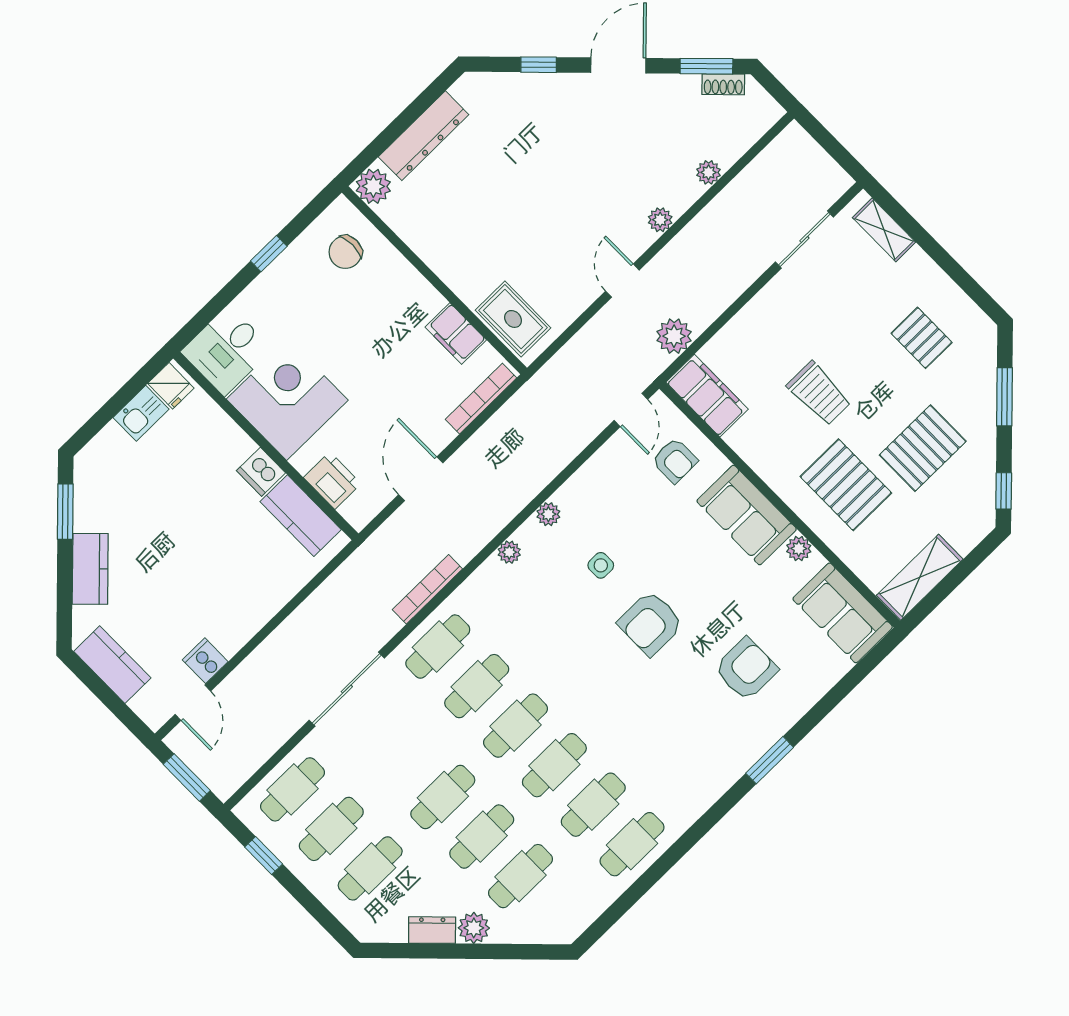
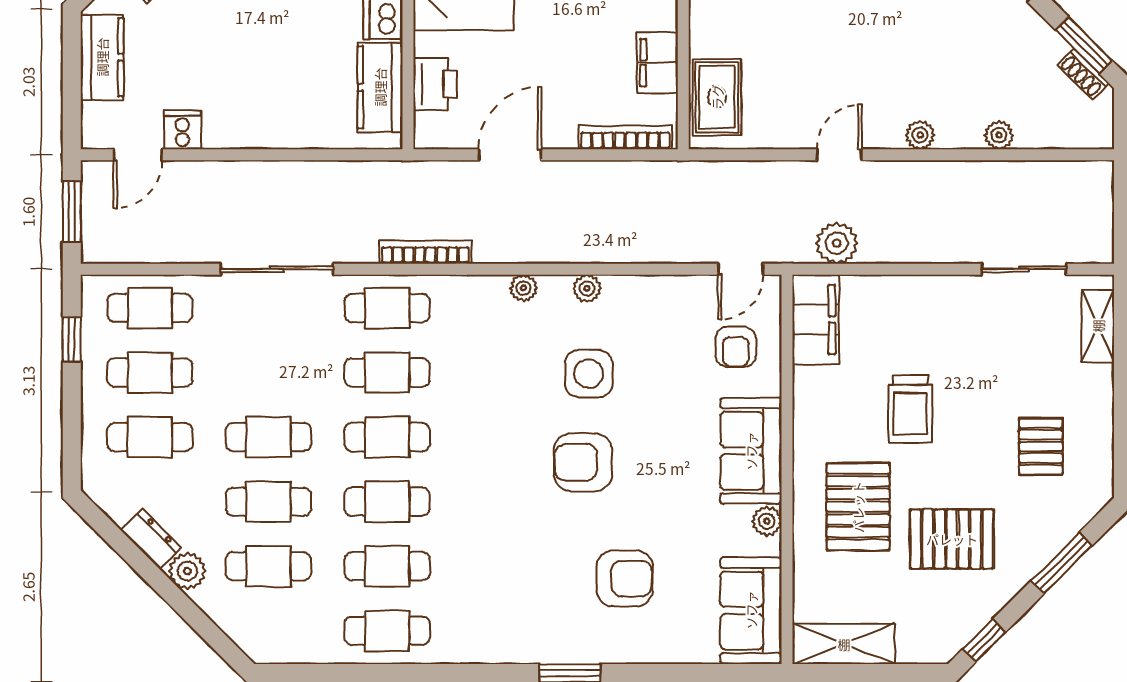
side table: (601, 565) -> (589, 374), width x1.87, depth x1.87

